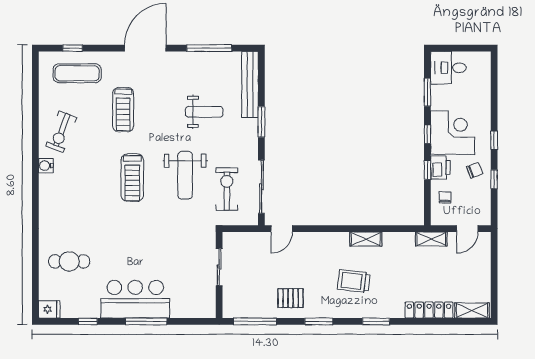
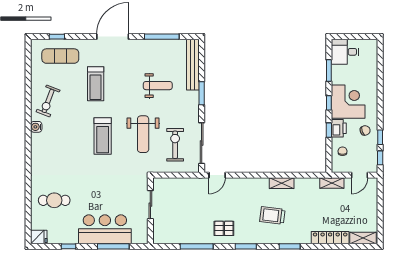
window: (494, 140) -> (380, 158), moved
sliding door: (219, 267) -> (150, 205), moved
wall: (219, 275) -> (150, 211), moved

